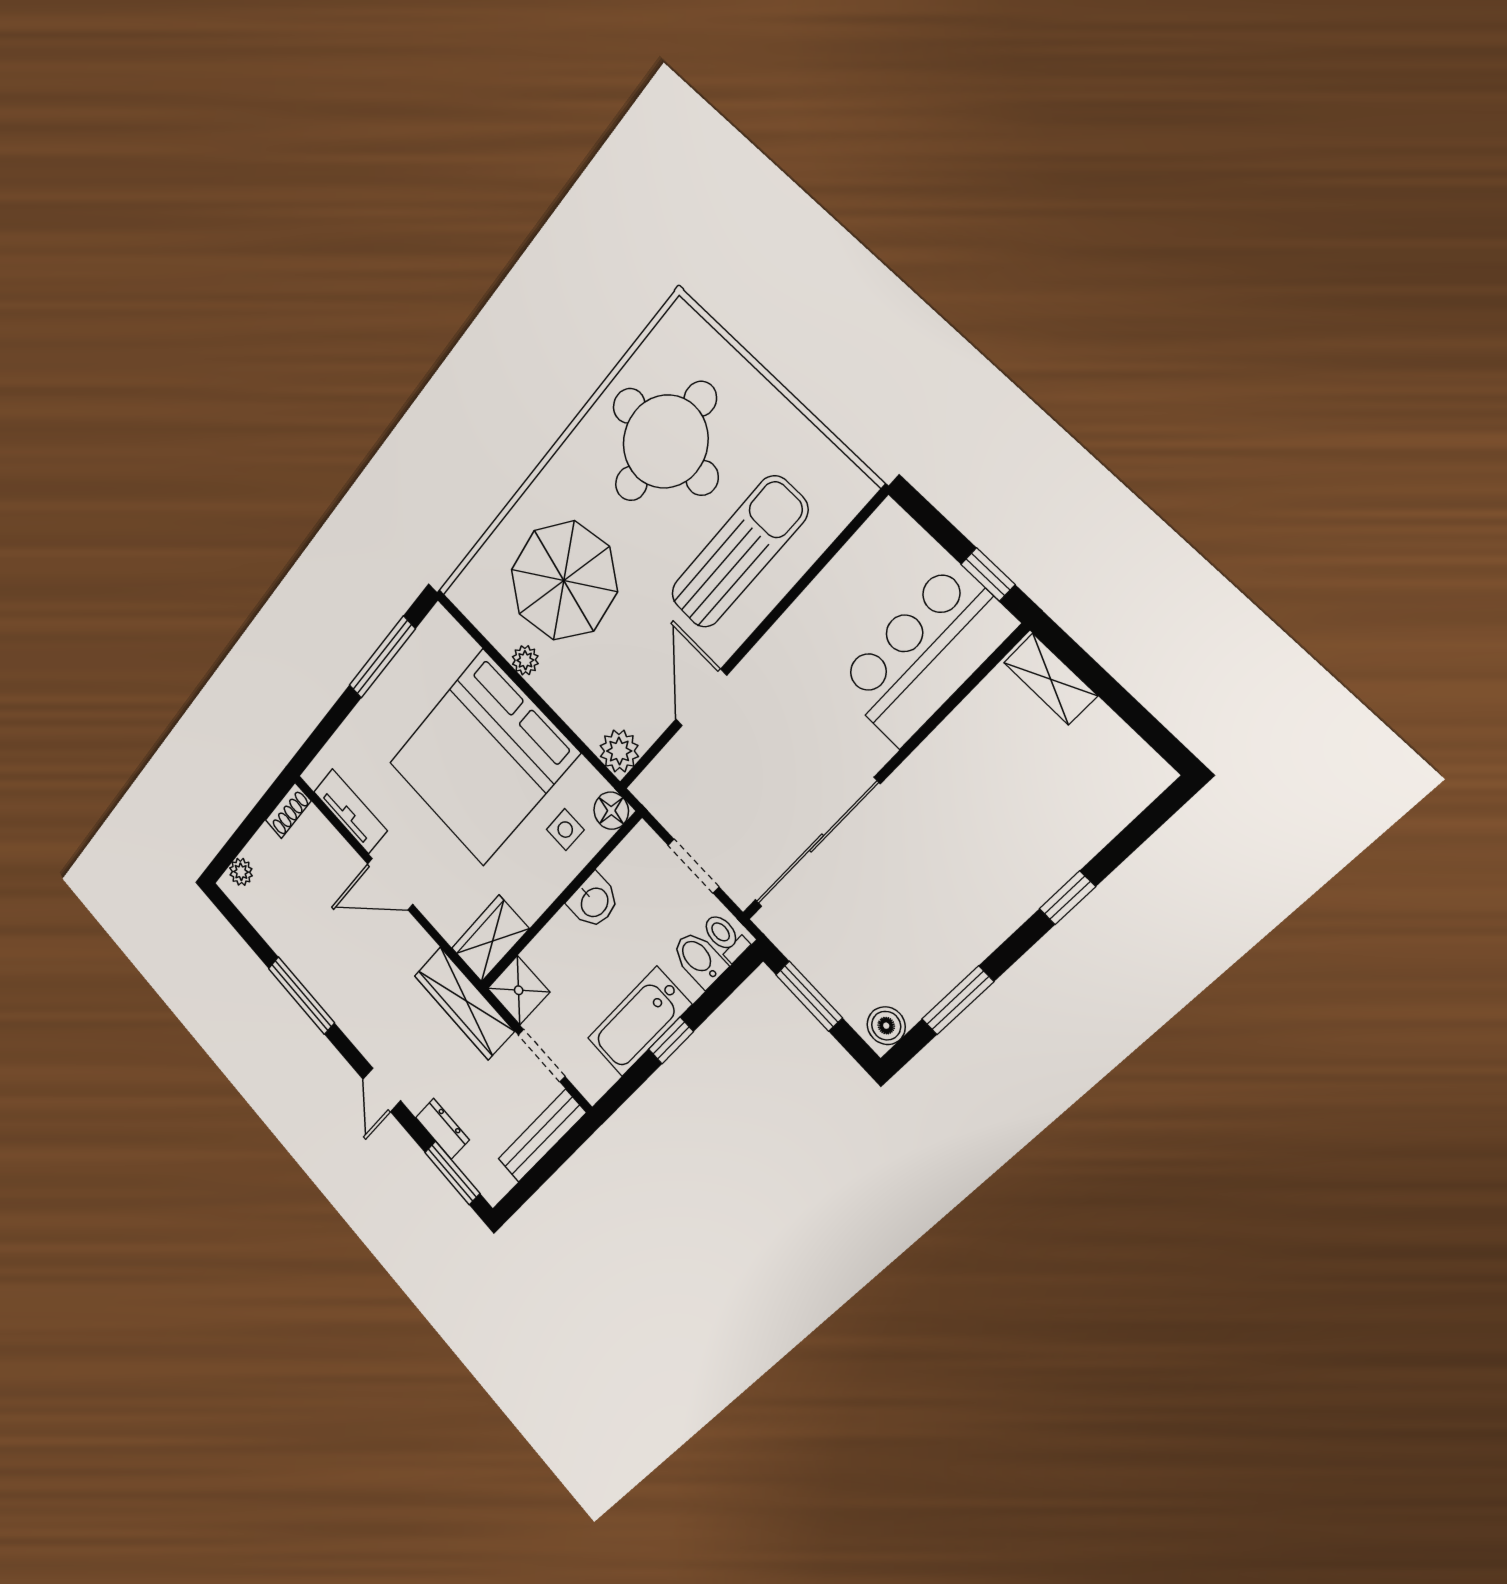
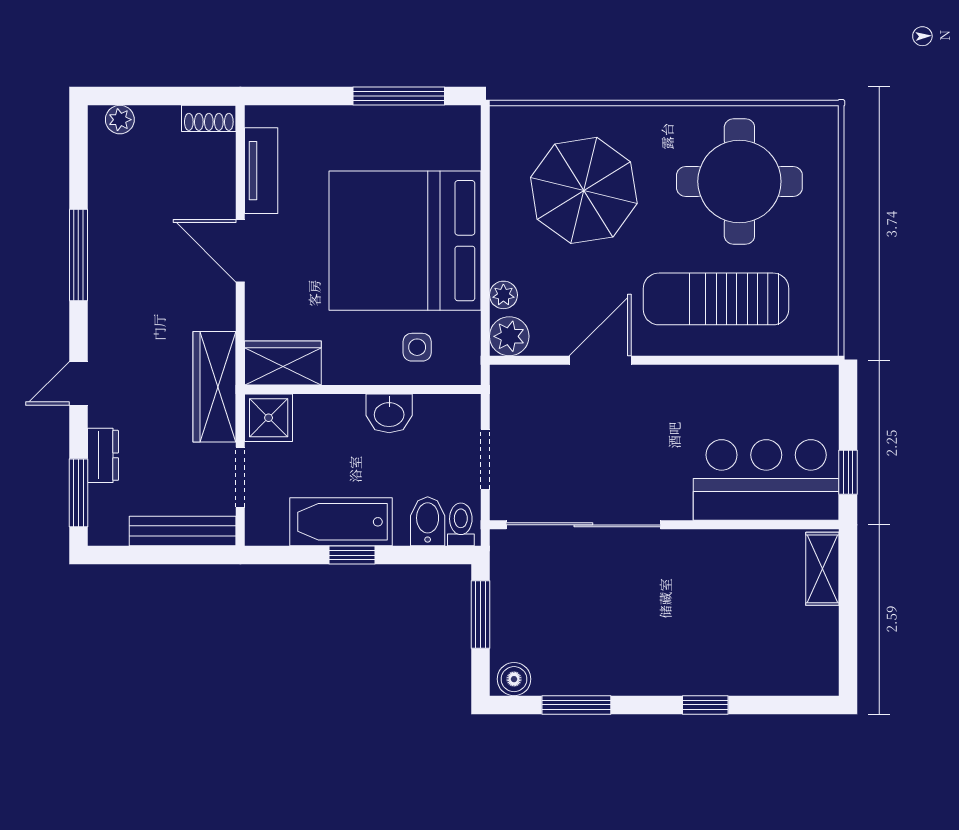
sun lounger: (739, 552) -> (716, 299), turned 180
plant: (525, 660) -> (503, 295), moved
floor lamp: (611, 811) -> (464, 368), removed

